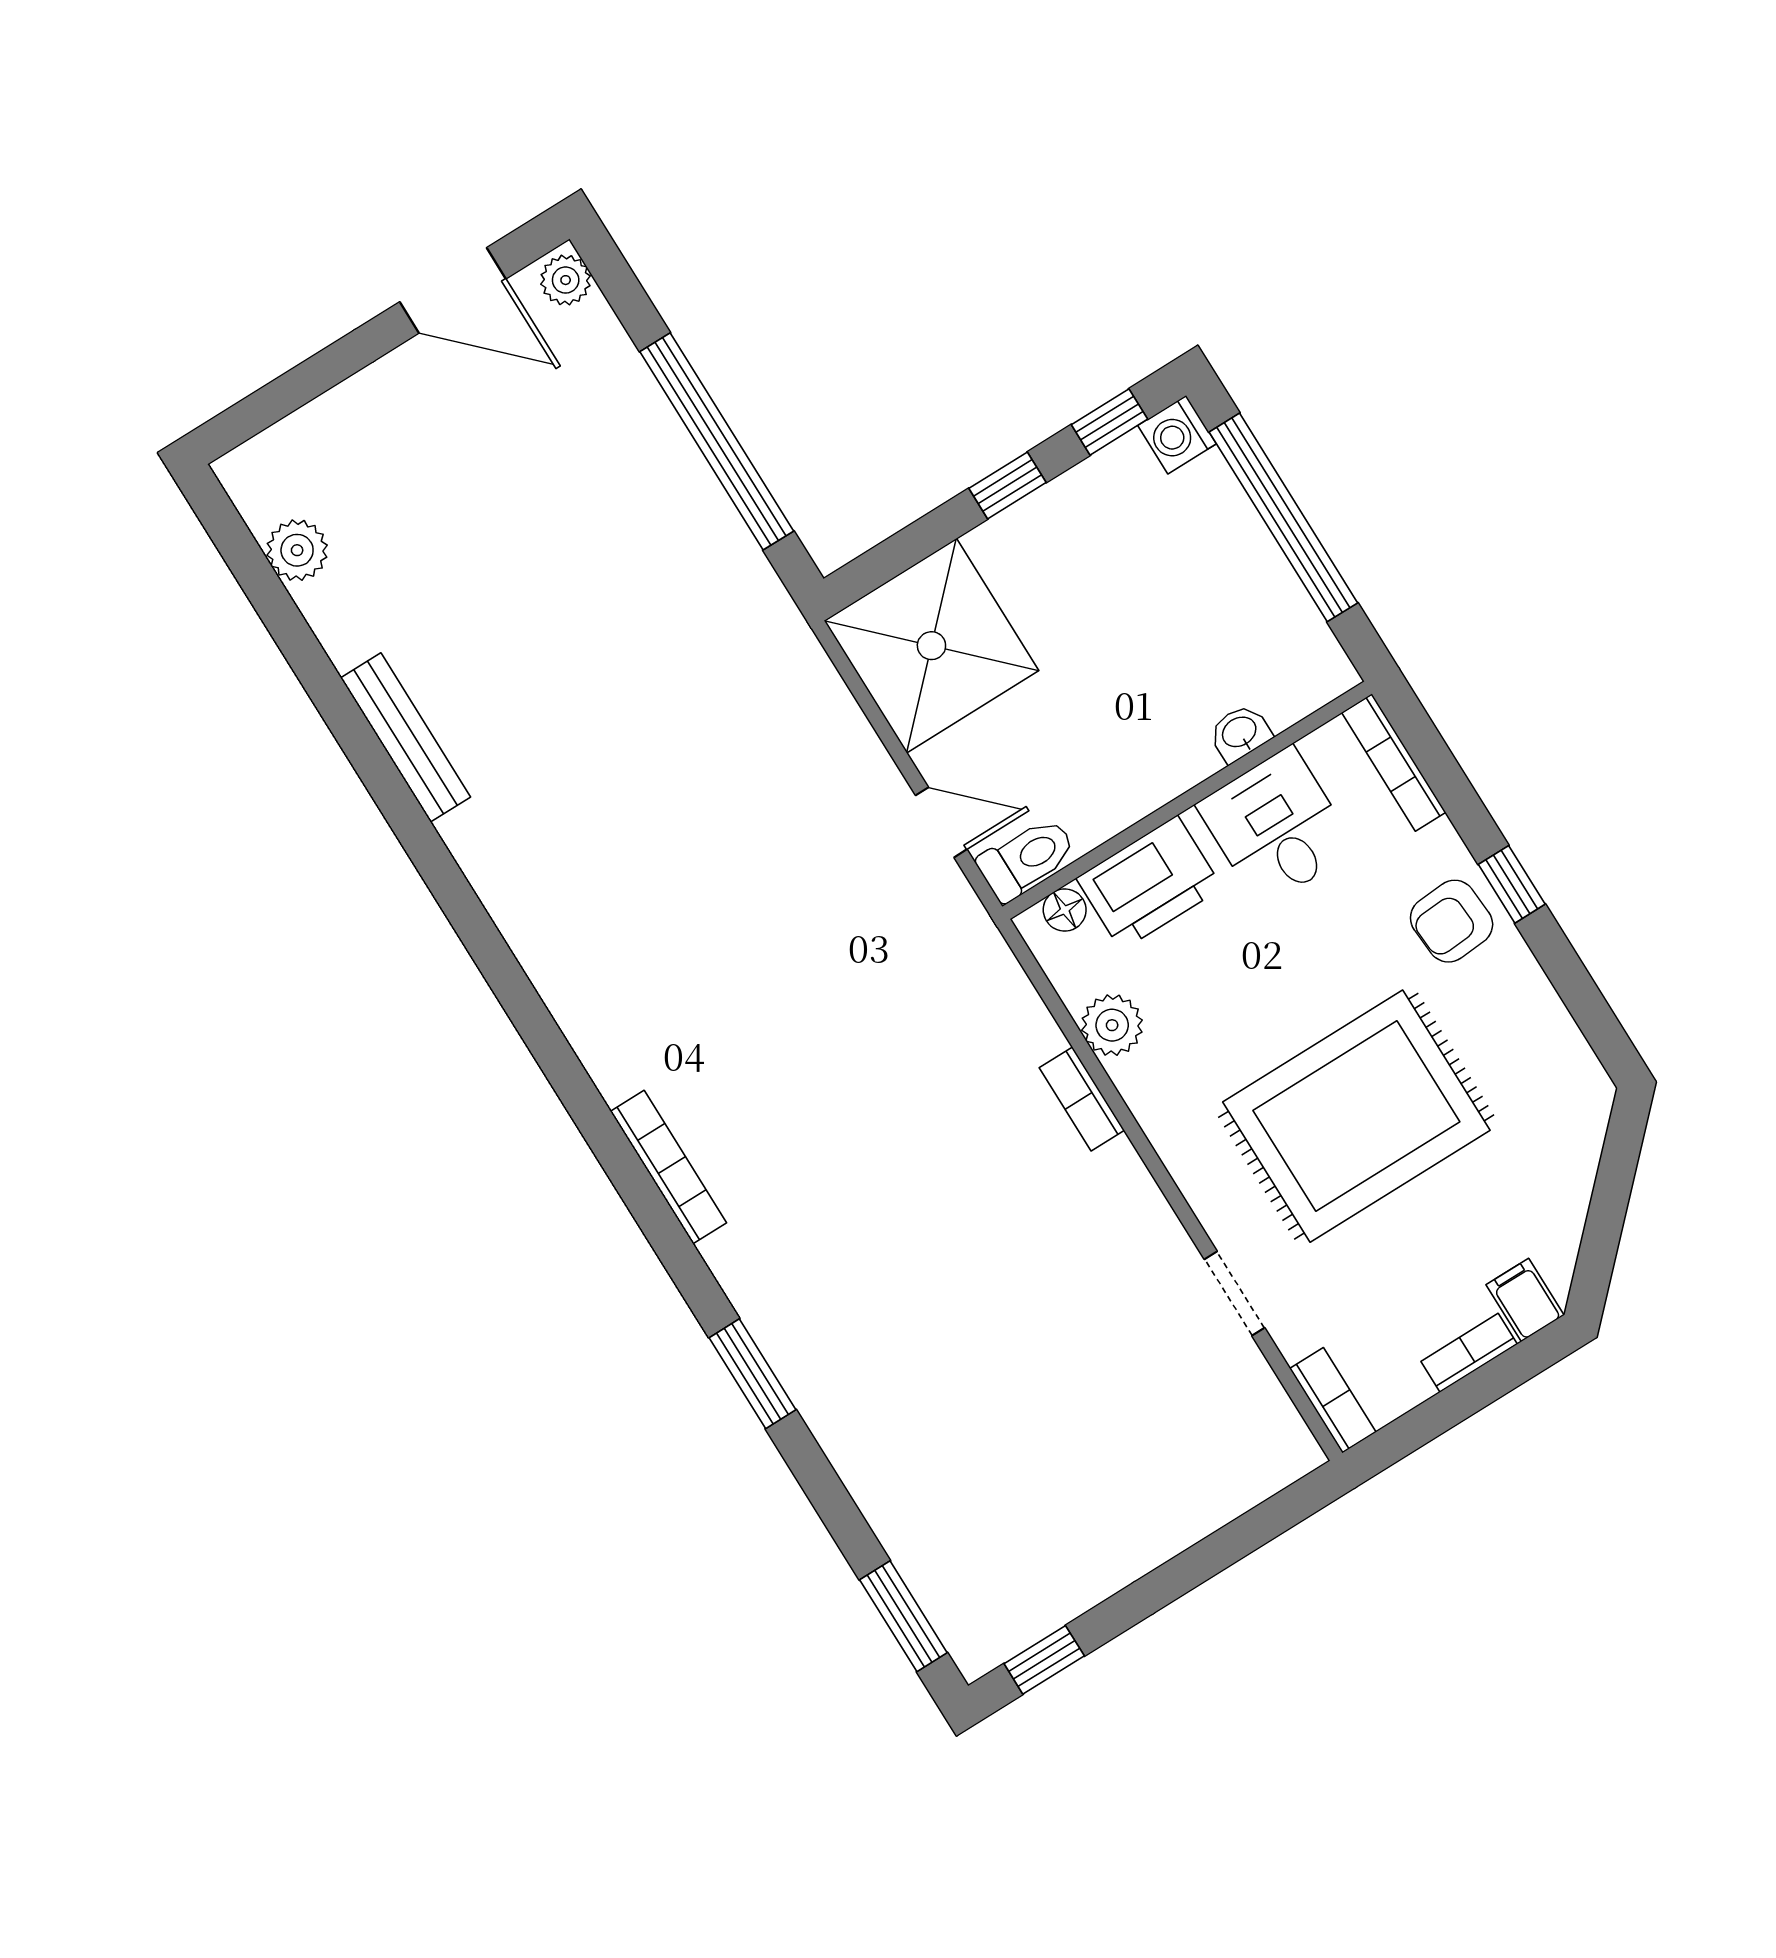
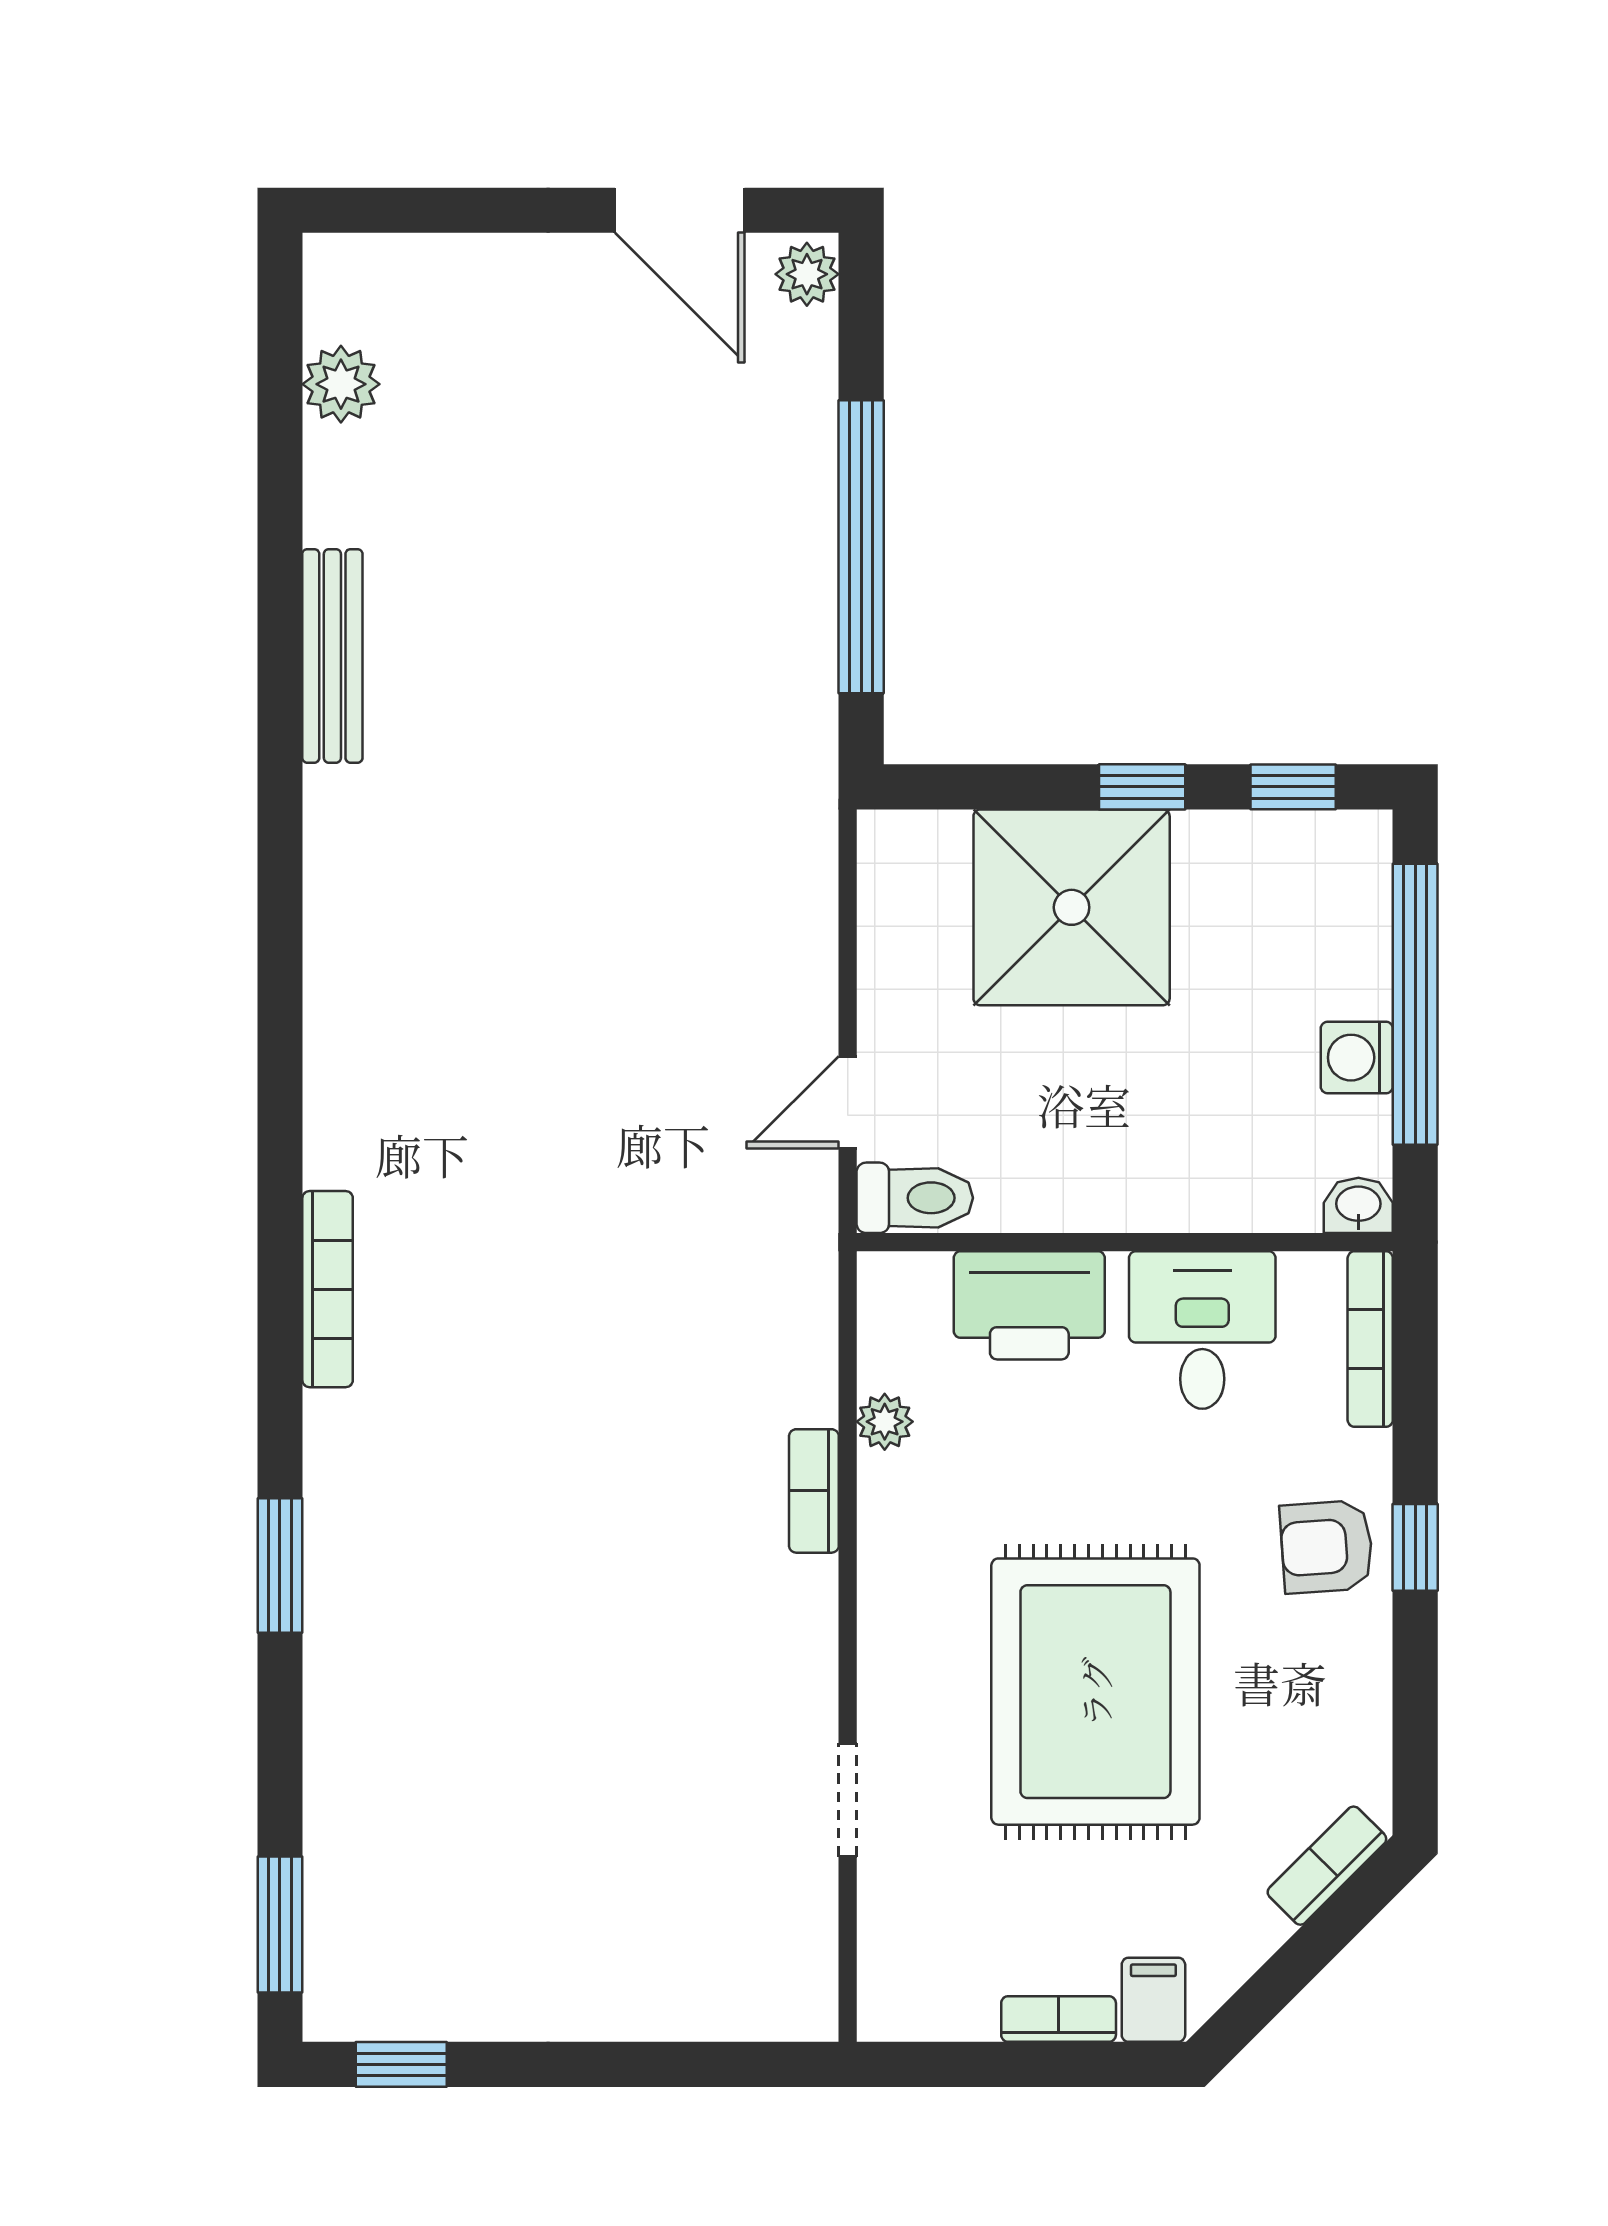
washing machine: (1177, 435) -> (1357, 1058), moved
shower: (931, 646) -> (1072, 907), moved
washbasin: (1240, 733) -> (1358, 1205), moved
door: (941, 822) -> (848, 1102), swing flipped
floor lamp: (1065, 910) -> (921, 1278), removed
plant: (1112, 1025) -> (885, 1422), width x0.73, depth x0.73
rug: (1356, 1116) -> (1095, 1692), turned 90
bookcase: (1333, 1400) -> (1327, 1866), moved, turned -135

